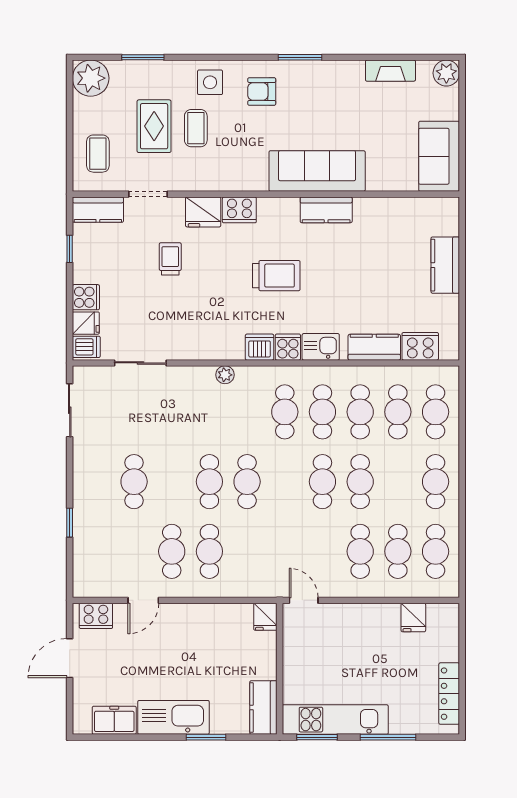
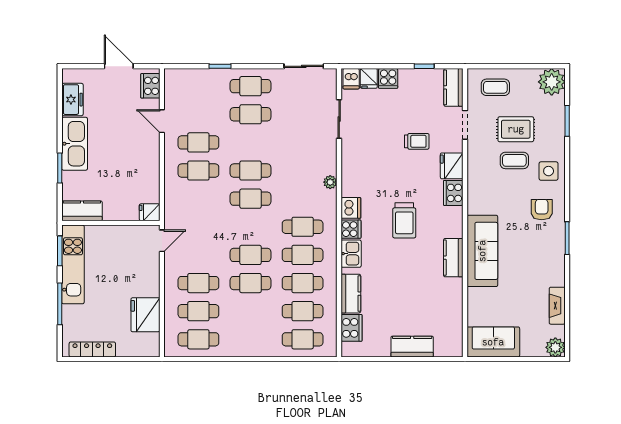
cafe table: (436, 482) -> (250, 86), moved
fridge: (413, 617) -> (145, 315), width x1.88, depth x1.34

